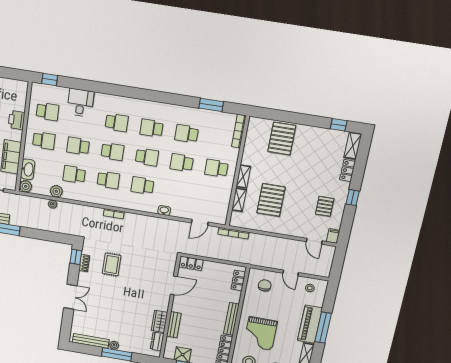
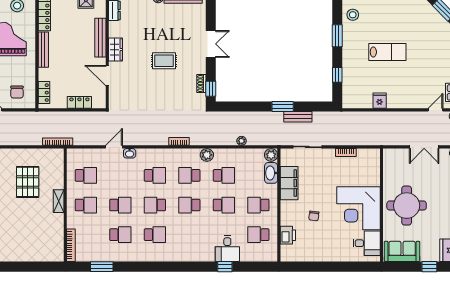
window: (50, 80) -> (225, 267), moved
printer: (17, 120) -> (288, 235), moved
school desk: (117, 123) -> (86, 175), moved, turned 180
pallet: (282, 139) -> (29, 245), removed
plant: (56, 191) -> (207, 155), moved
shelving: (239, 200) -> (58, 177), removed
door: (200, 222) -> (114, 147), moved
locker: (191, 263) -> (79, 102), moved
rug: (112, 264) -> (164, 61), moved, turned 90
door: (174, 285) -> (107, 76), hinge flipped
double door: (70, 297) -> (211, 44), swing flipped
wardrobe: (159, 321) -> (116, 50), moved
bench: (174, 325) -> (100, 38), width x1.36

